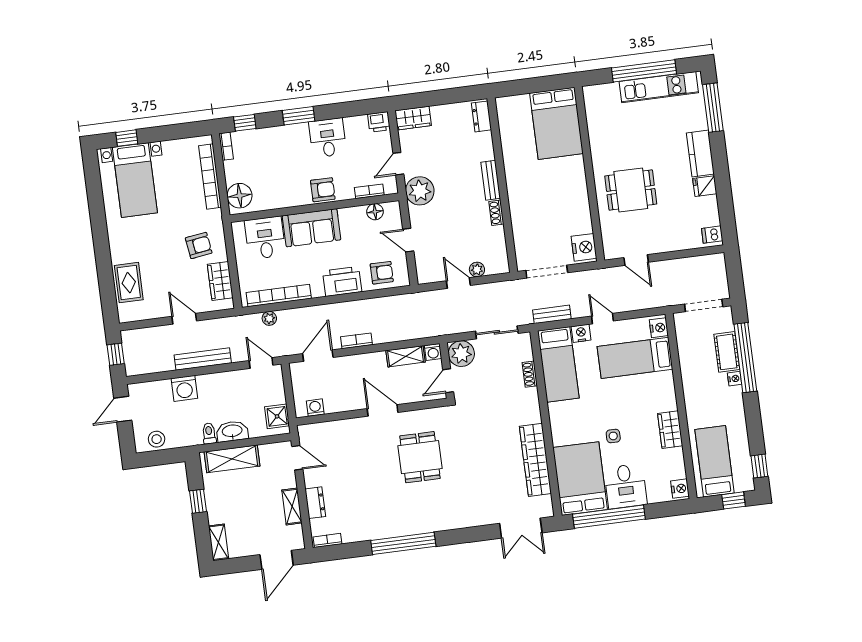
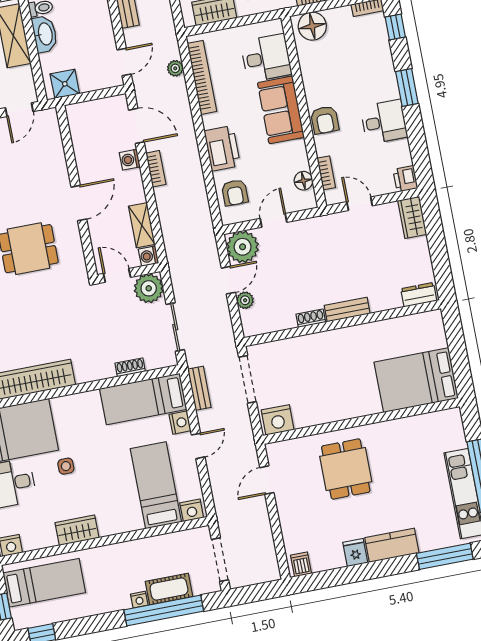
plant: (420, 191) -> (243, 247), moved
washing machine: (315, 408) -> (130, 160), moved, turned 180

